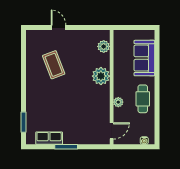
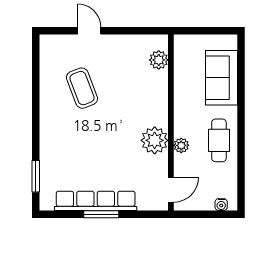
plant: (101, 76) -> (155, 140), moved
row of seats: (49, 138) -> (96, 201), width x2.02

